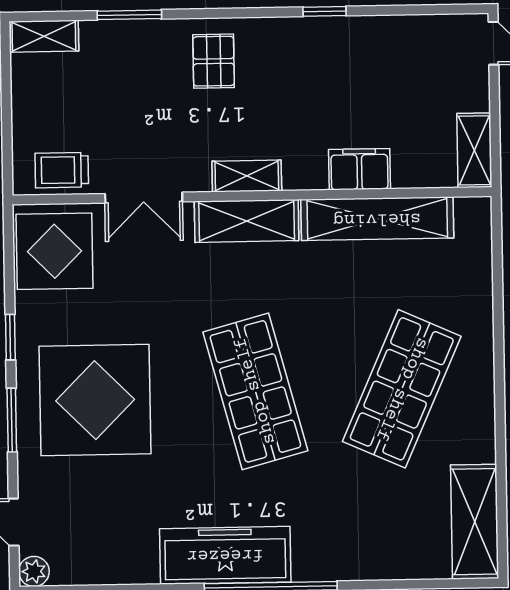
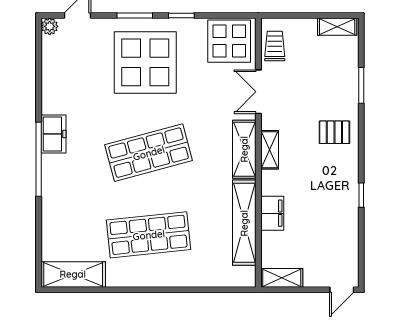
shelving: (44, 36) -> (337, 27), moved, turned 90
shop shelf: (402, 389) -> (149, 235), turned -30
freezer: (225, 555) -> (53, 134), width x0.52, depth x0.79

